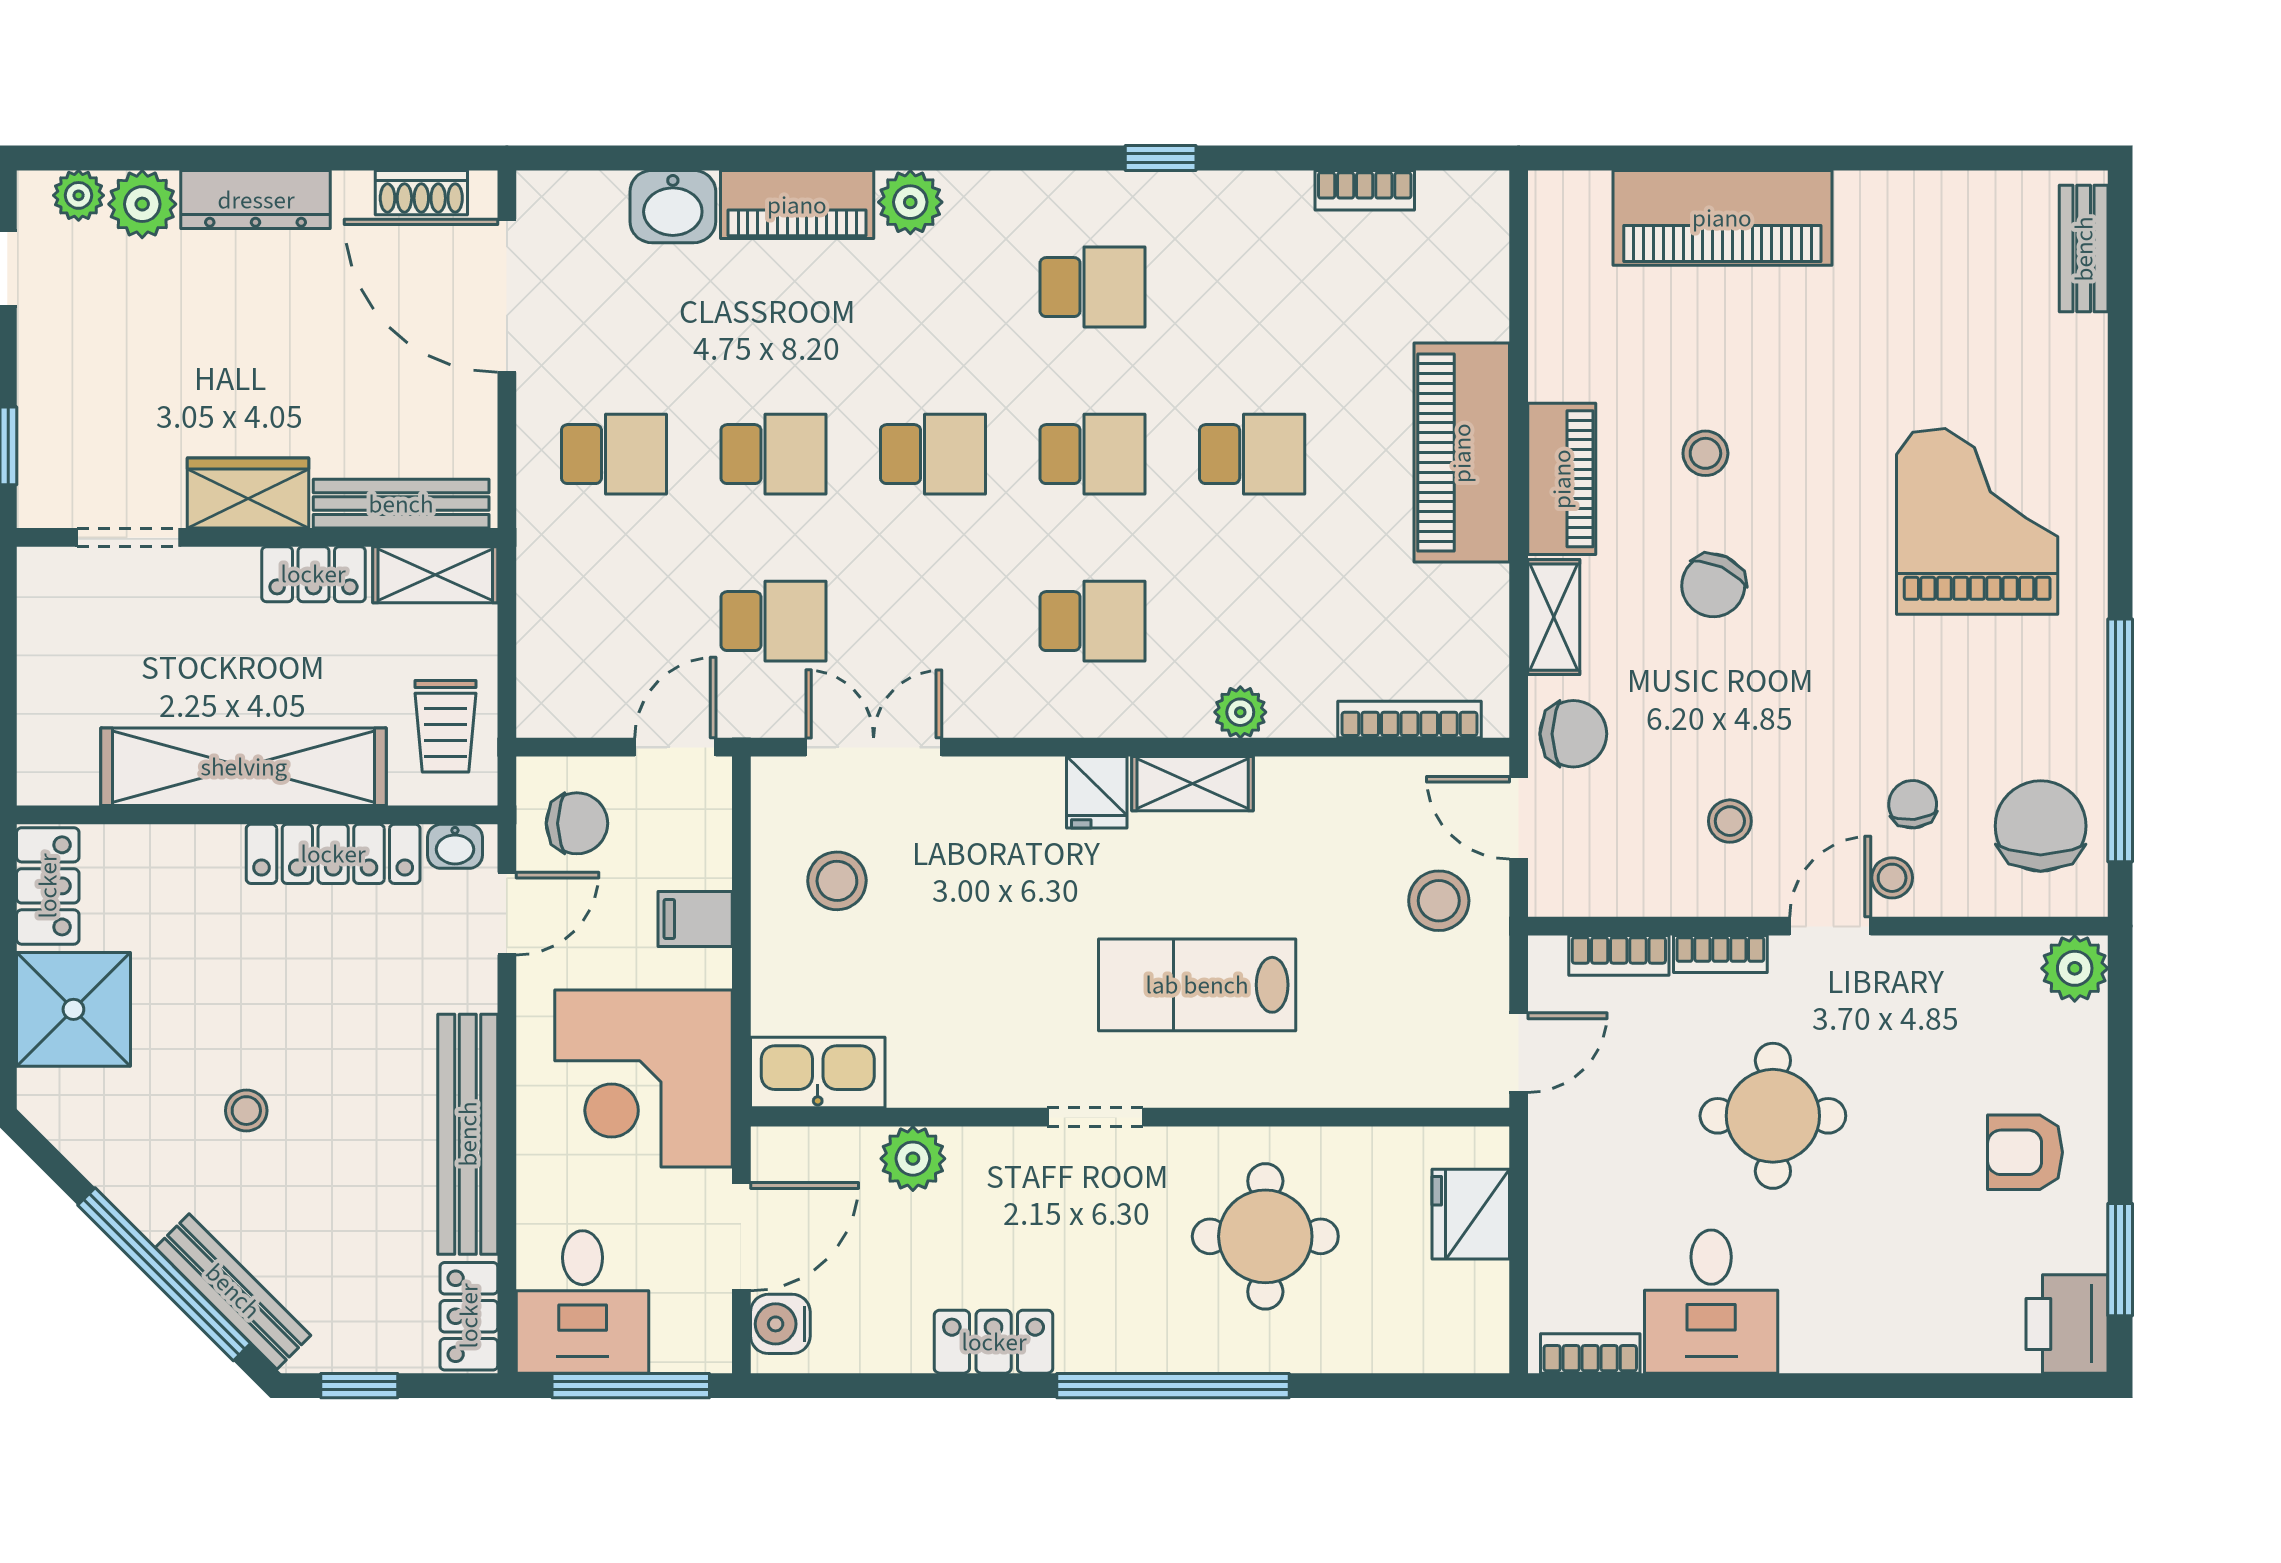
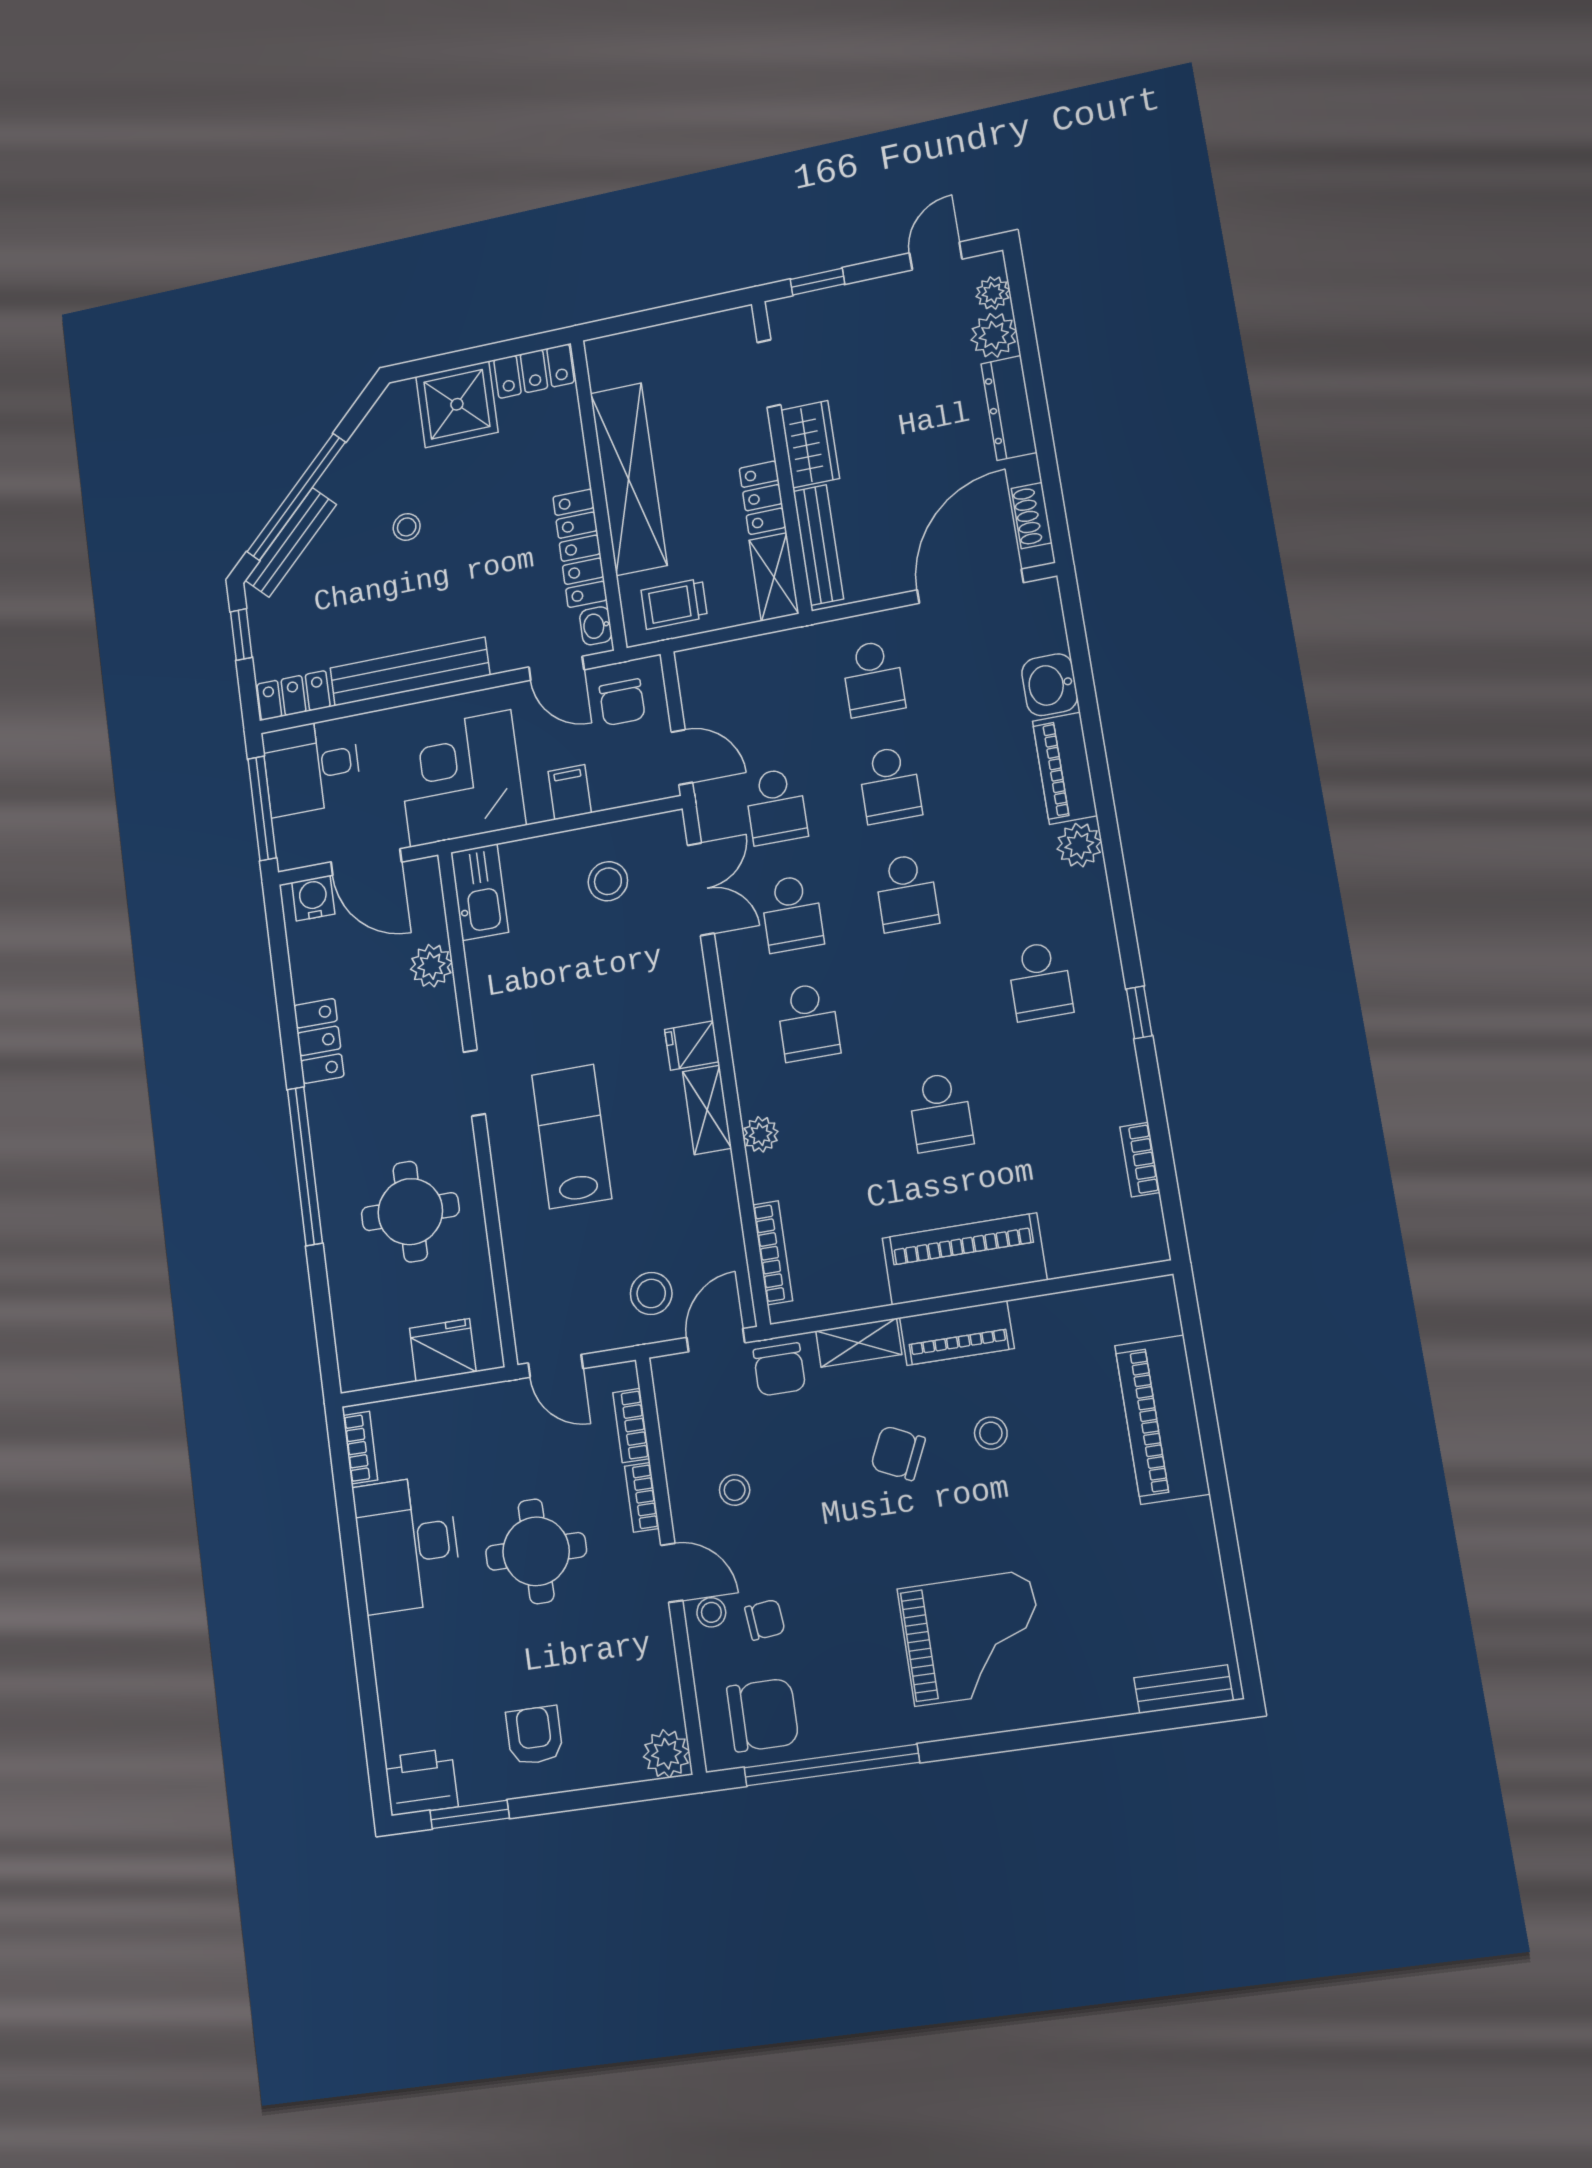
school desk: (1093, 454) -> (792, 913), moved
desk: (1711, 1302) -> (407, 1544), width x1.37

